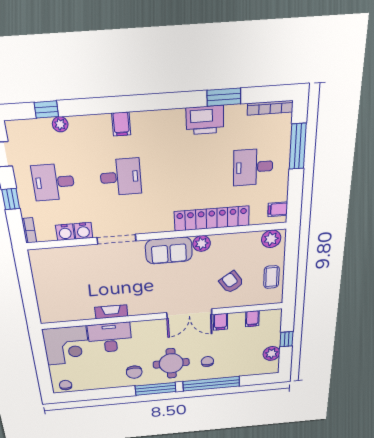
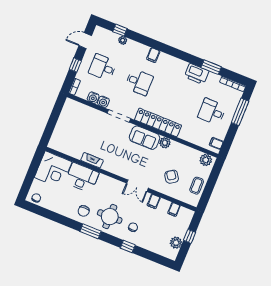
locker: (212, 218) -> (158, 122), moved
double door: (189, 314) -> (137, 186), width x0.73
window: (211, 384) -> (128, 246), width x0.32
window: (156, 389) -> (91, 231), width x0.69

